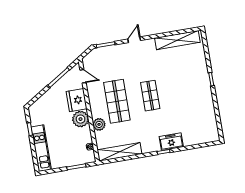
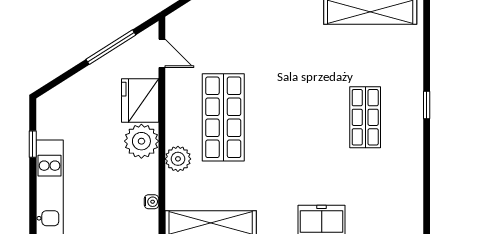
shop shelf: (150, 96) -> (365, 117), moved

